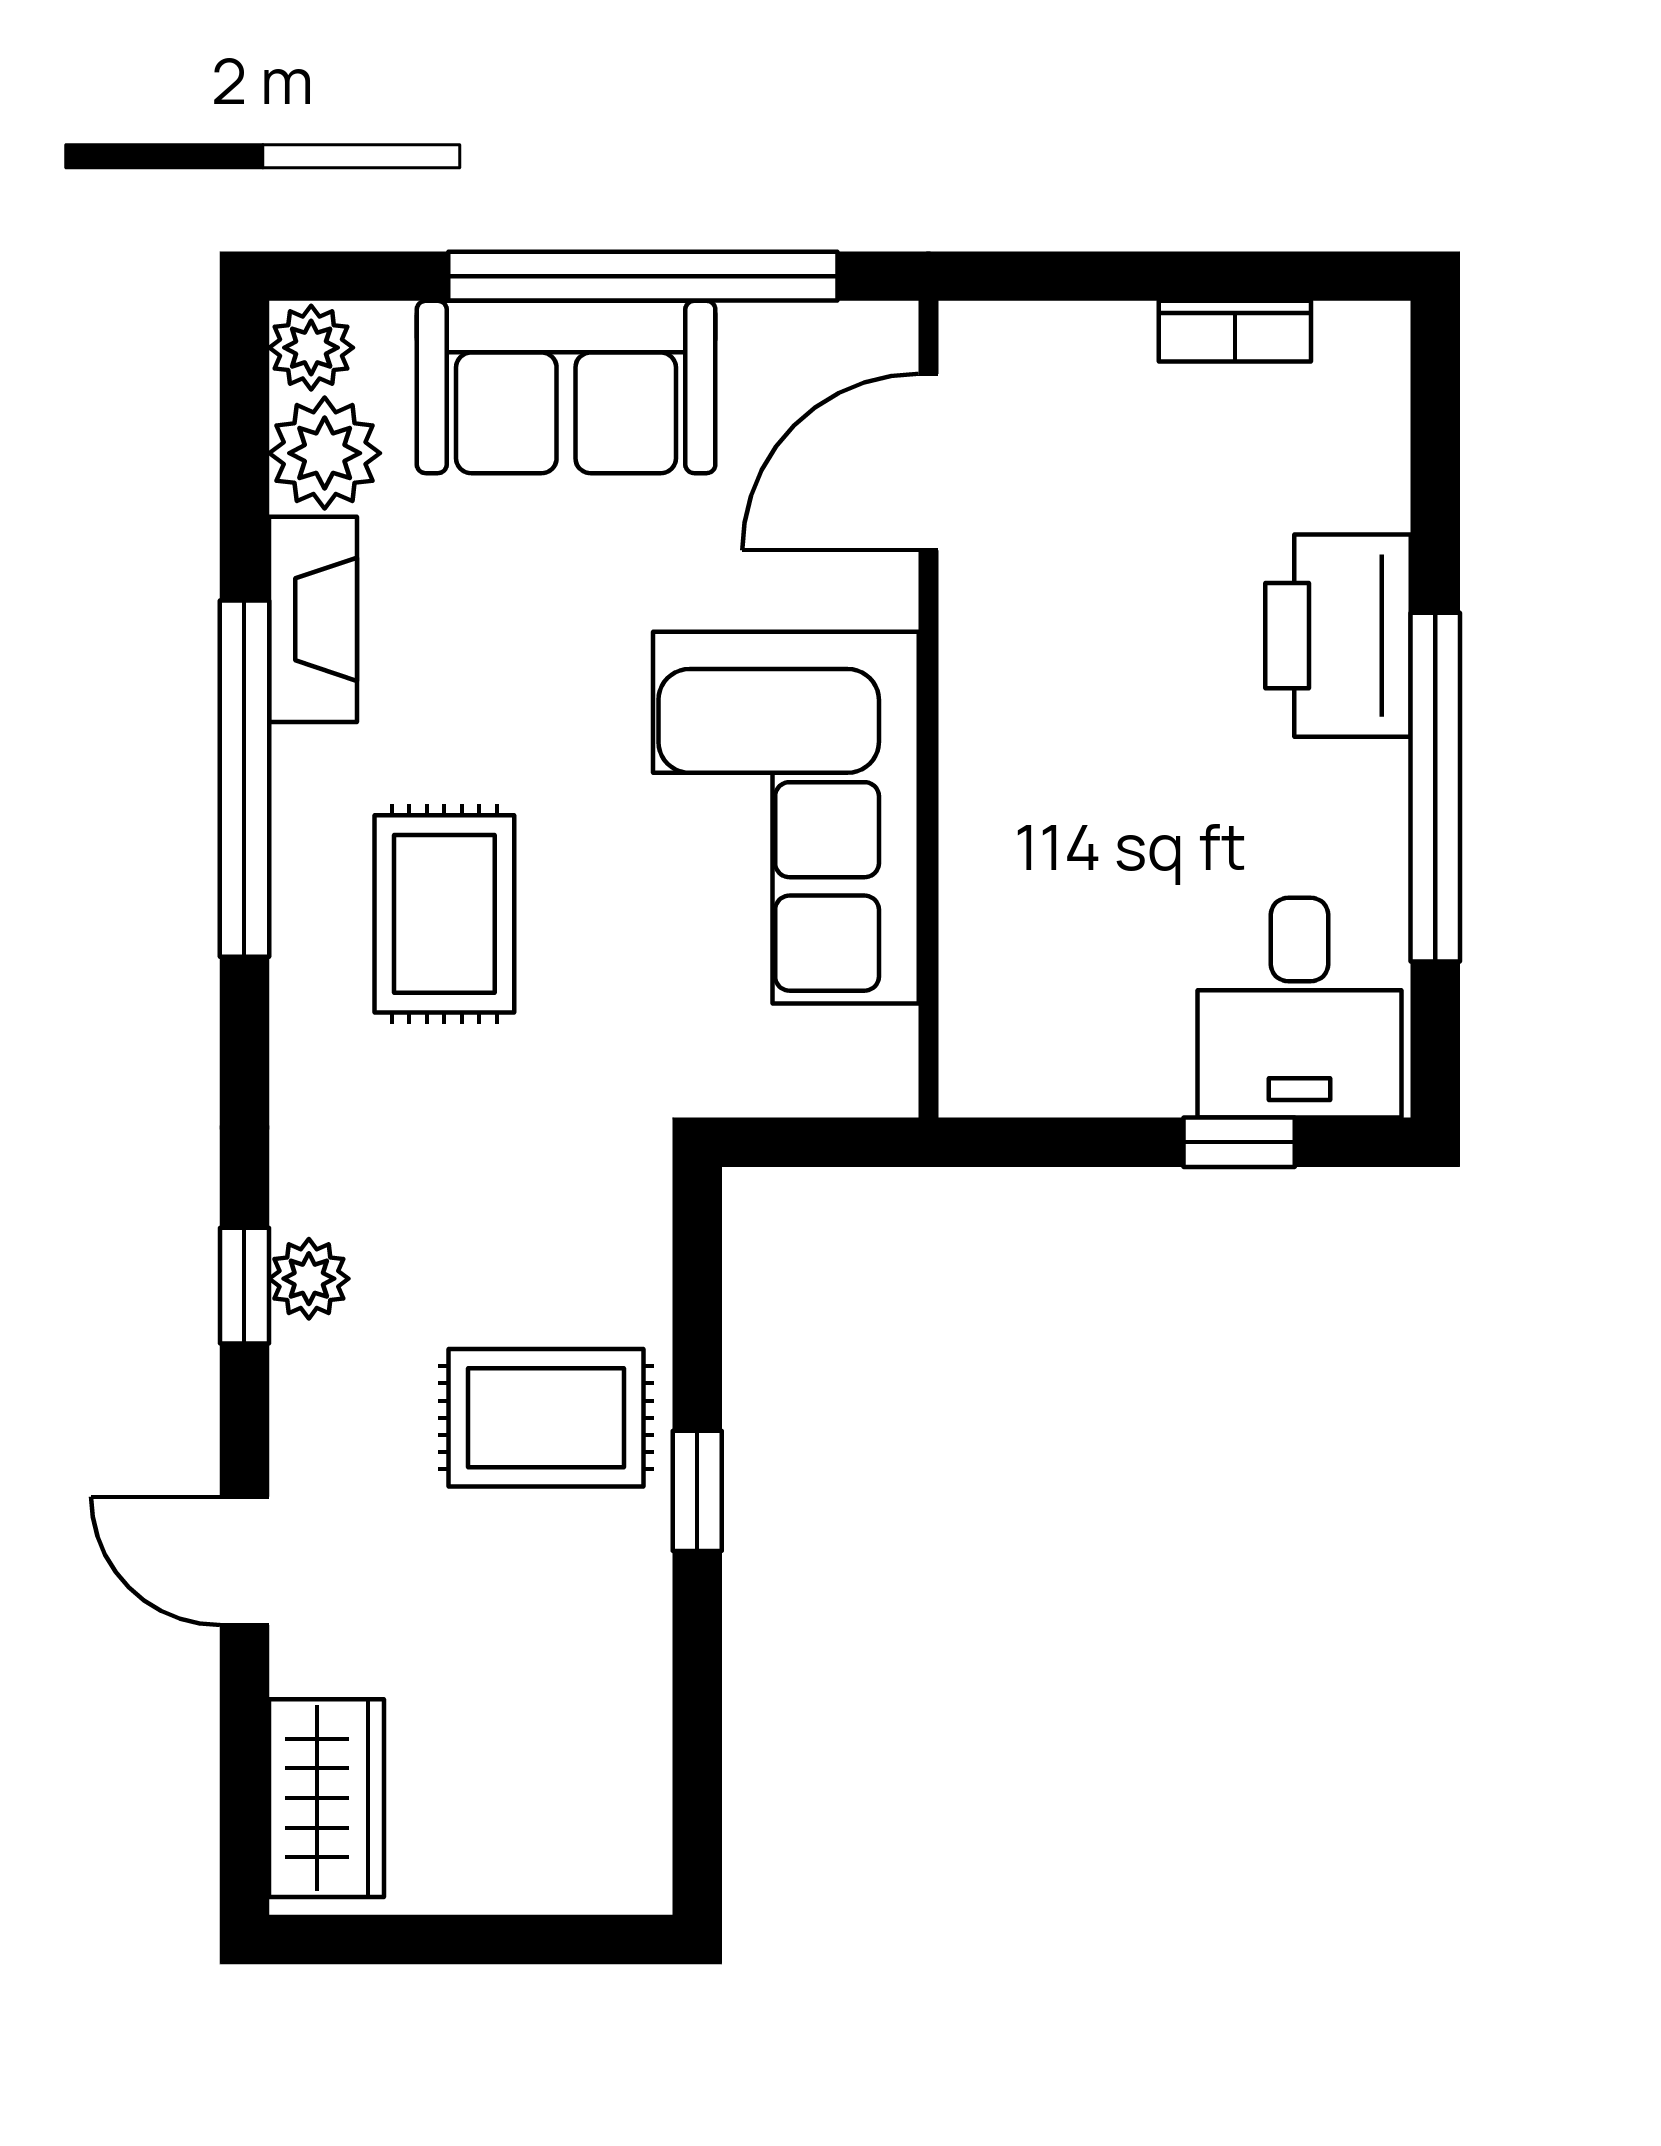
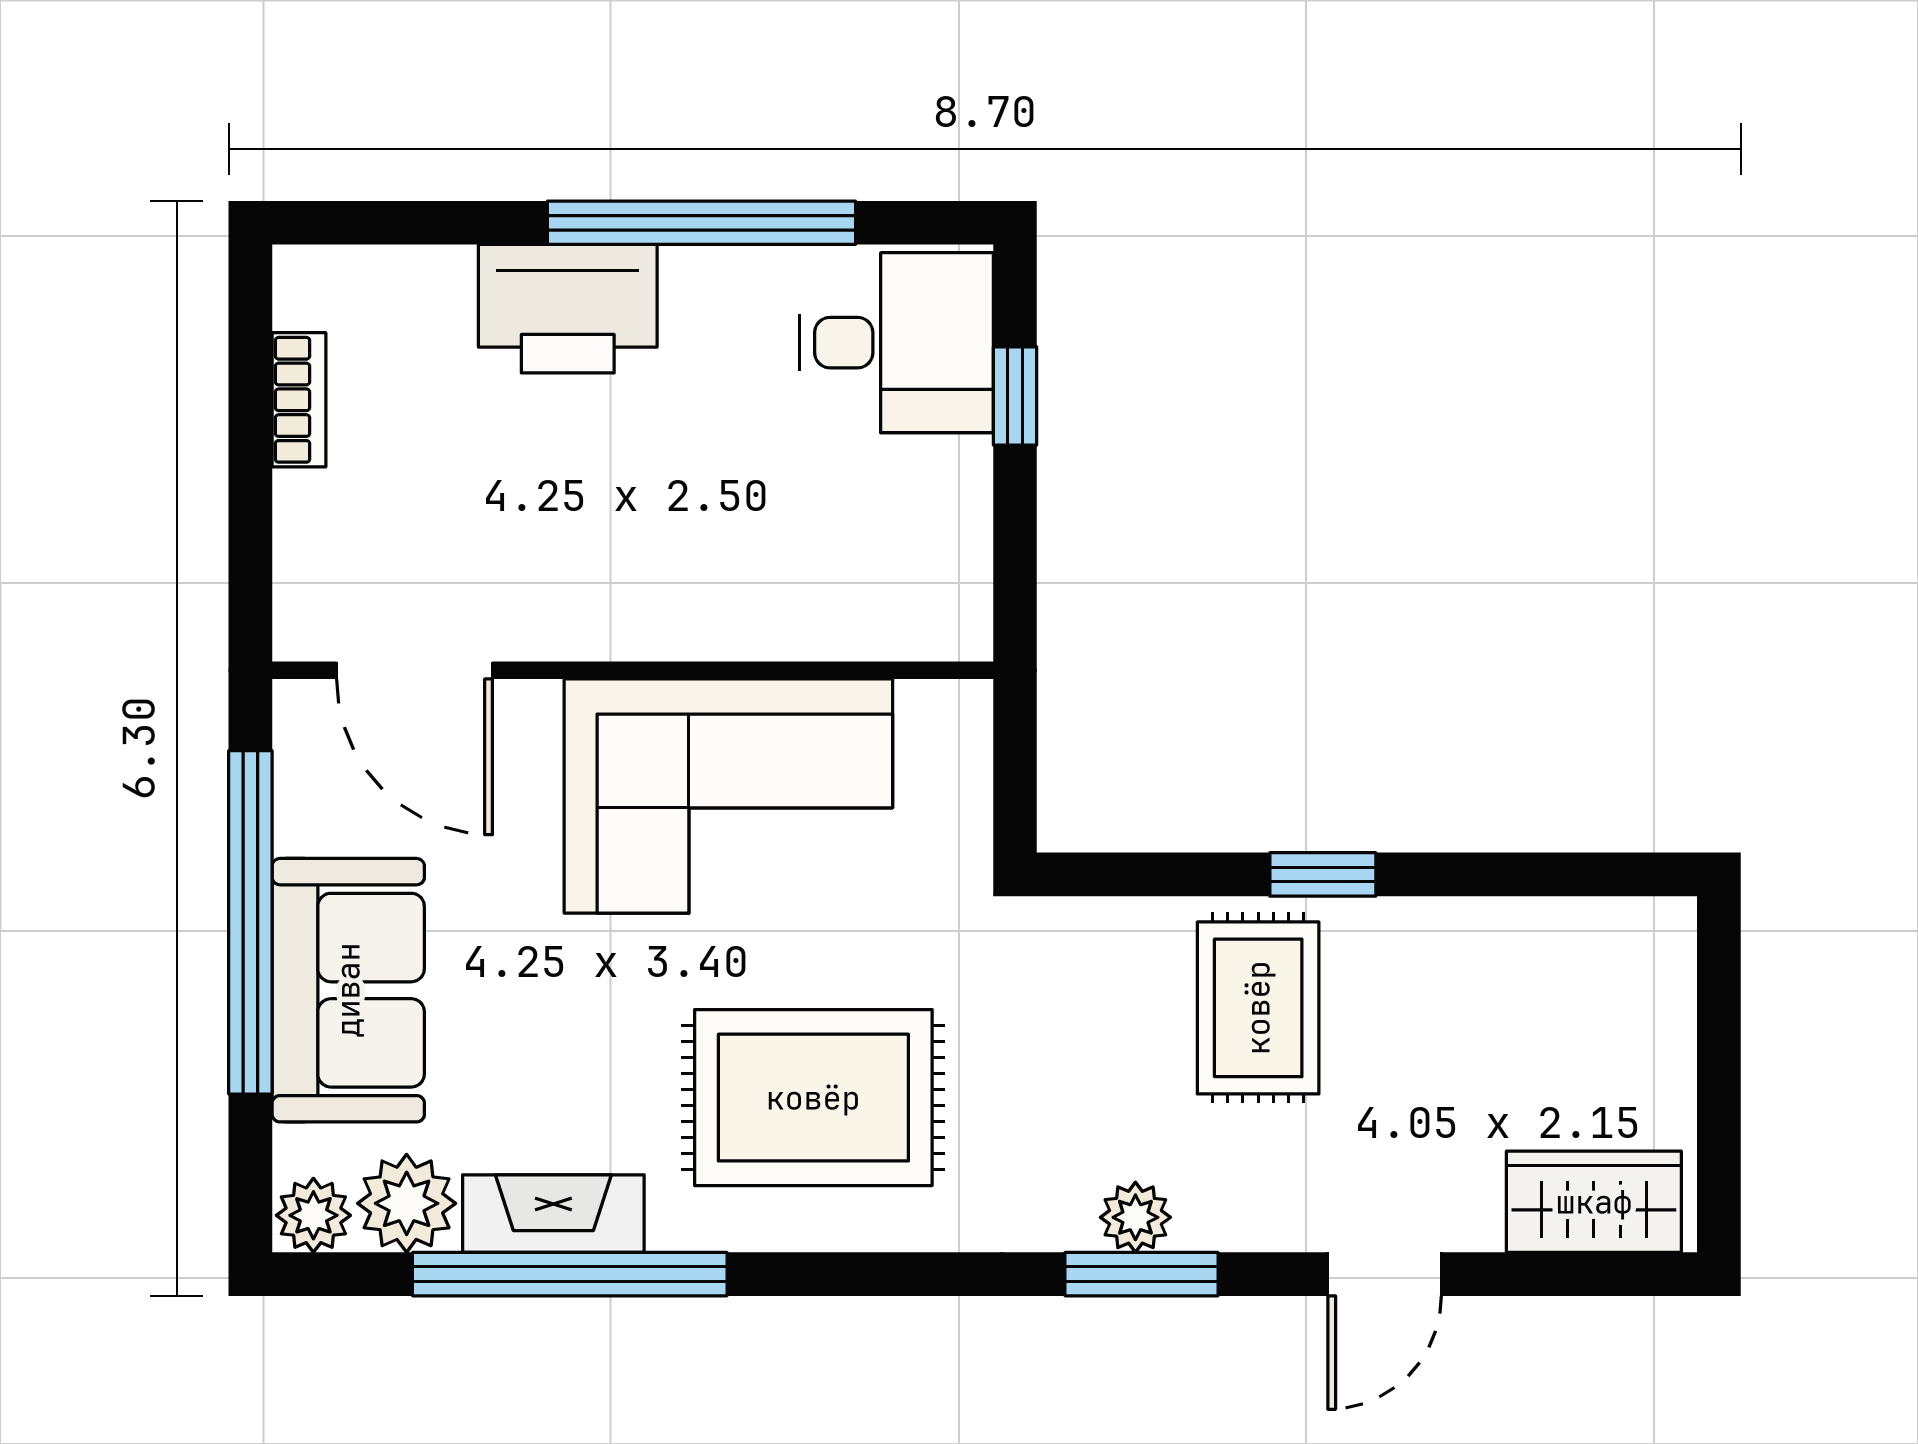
window: (244, 779) -> (570, 1274), moved
rug: (444, 914) -> (813, 1098), width x1.36, depth x1.43
window: (244, 1286) -> (1142, 1274), width x1.50

